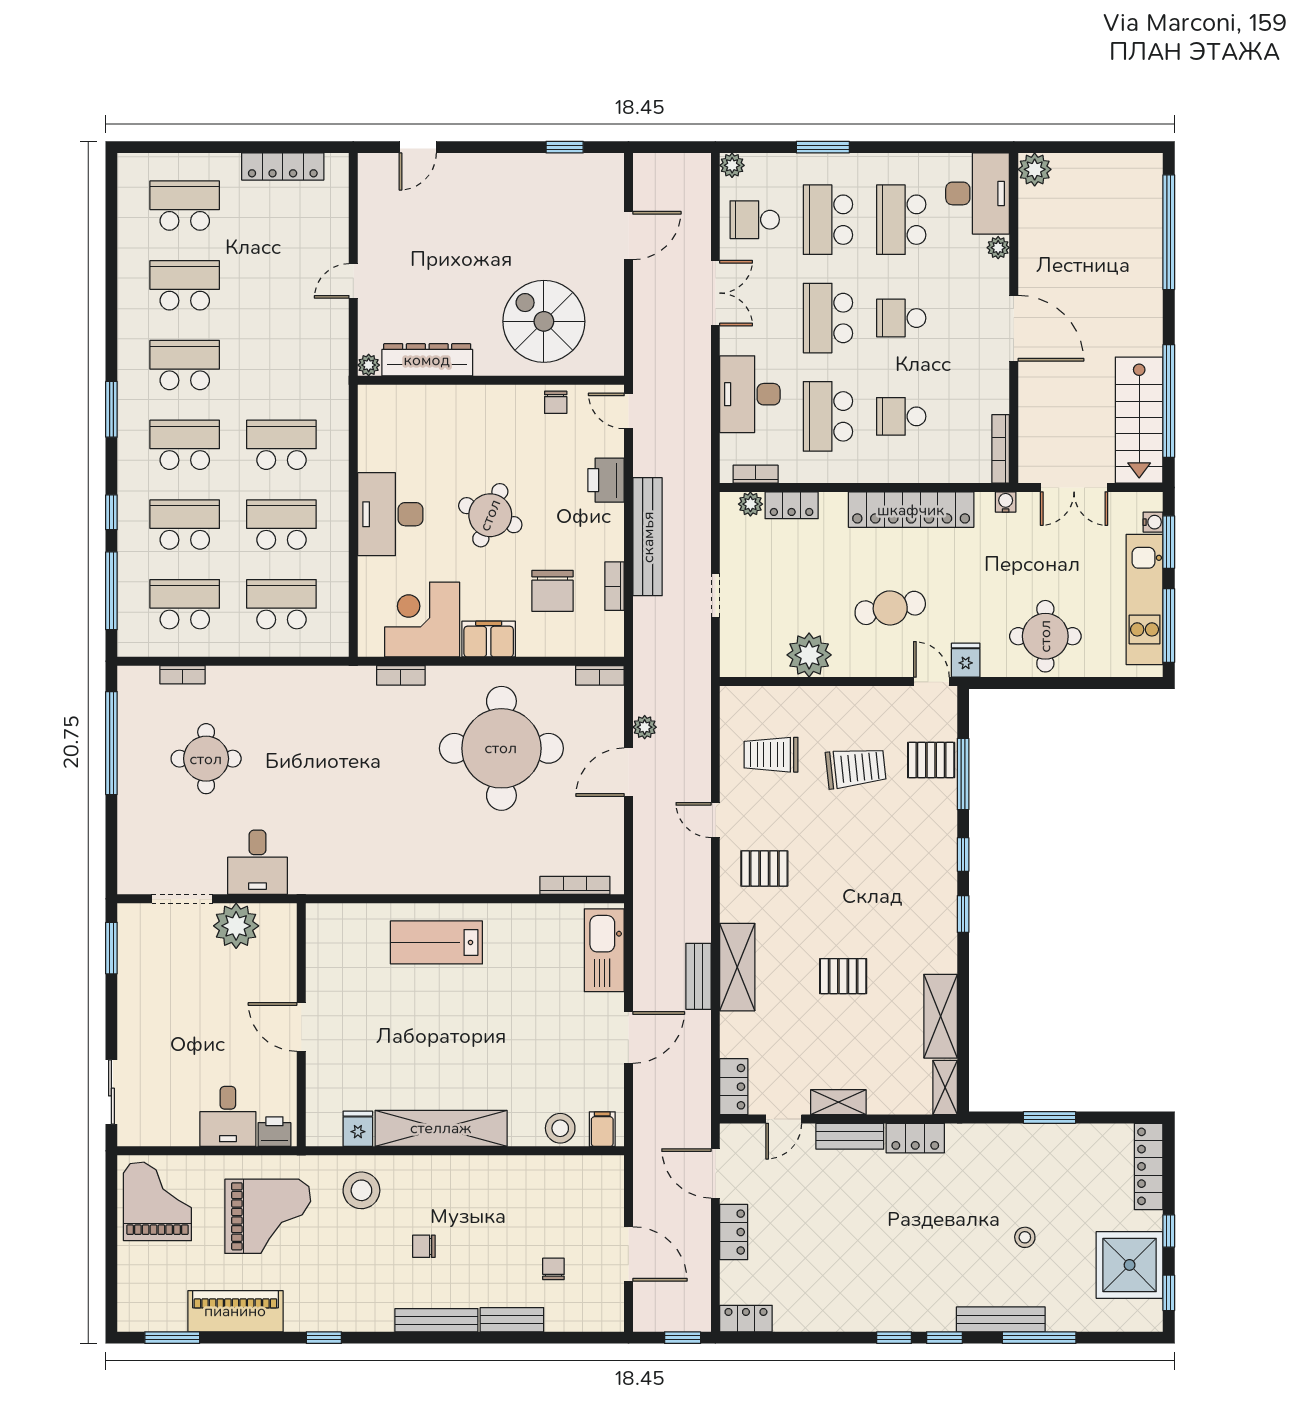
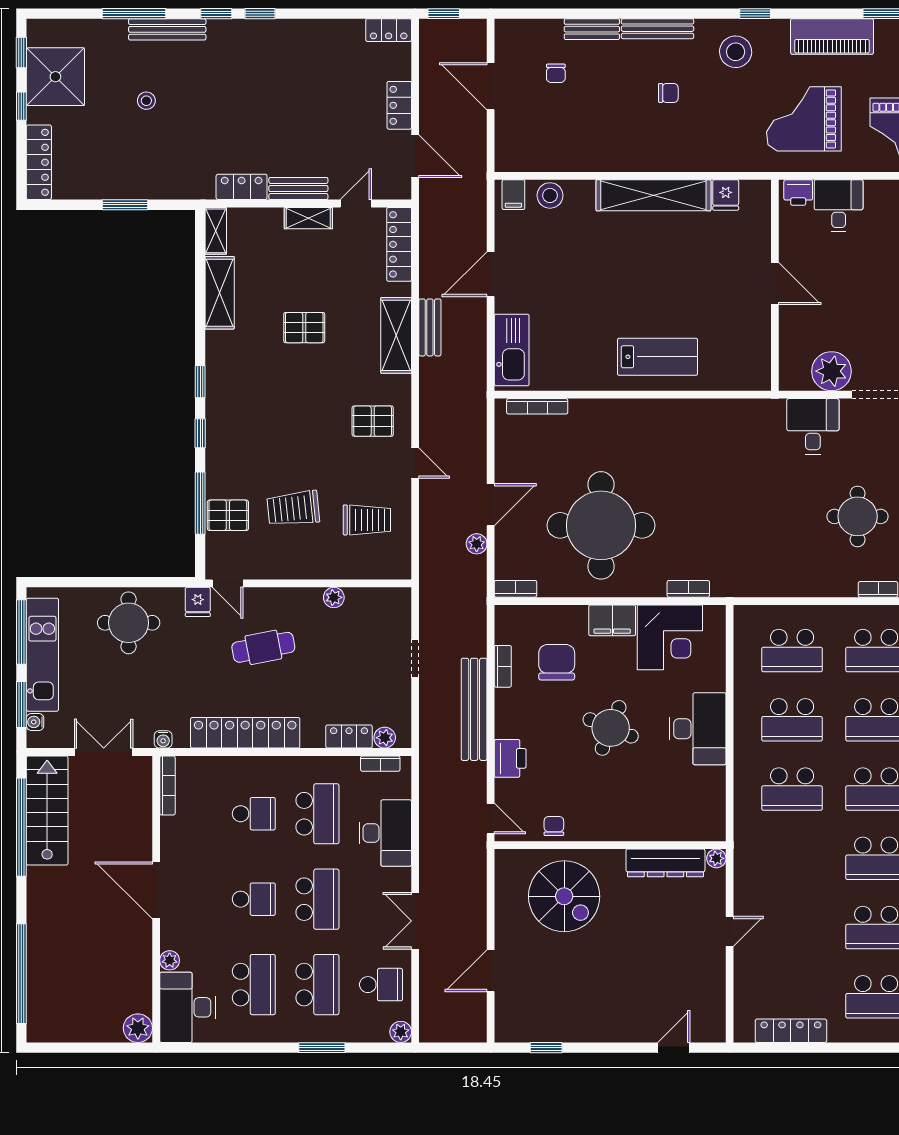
plant: (809, 655) -> (334, 597), width x0.53, depth x0.53
locker: (734, 1087) -> (399, 244), width x1.53
stool: (361, 1190) -> (736, 52), moved

